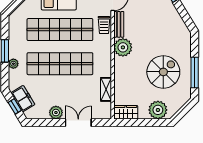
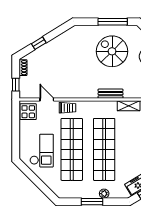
bench: (119, 24) -> (111, 94), moved
plant: (123, 47) -> (89, 90), removed

